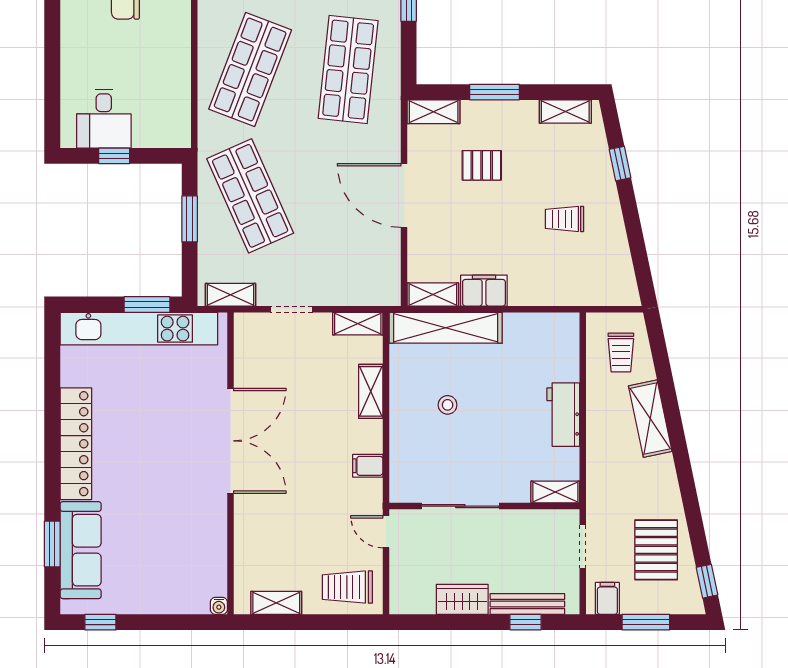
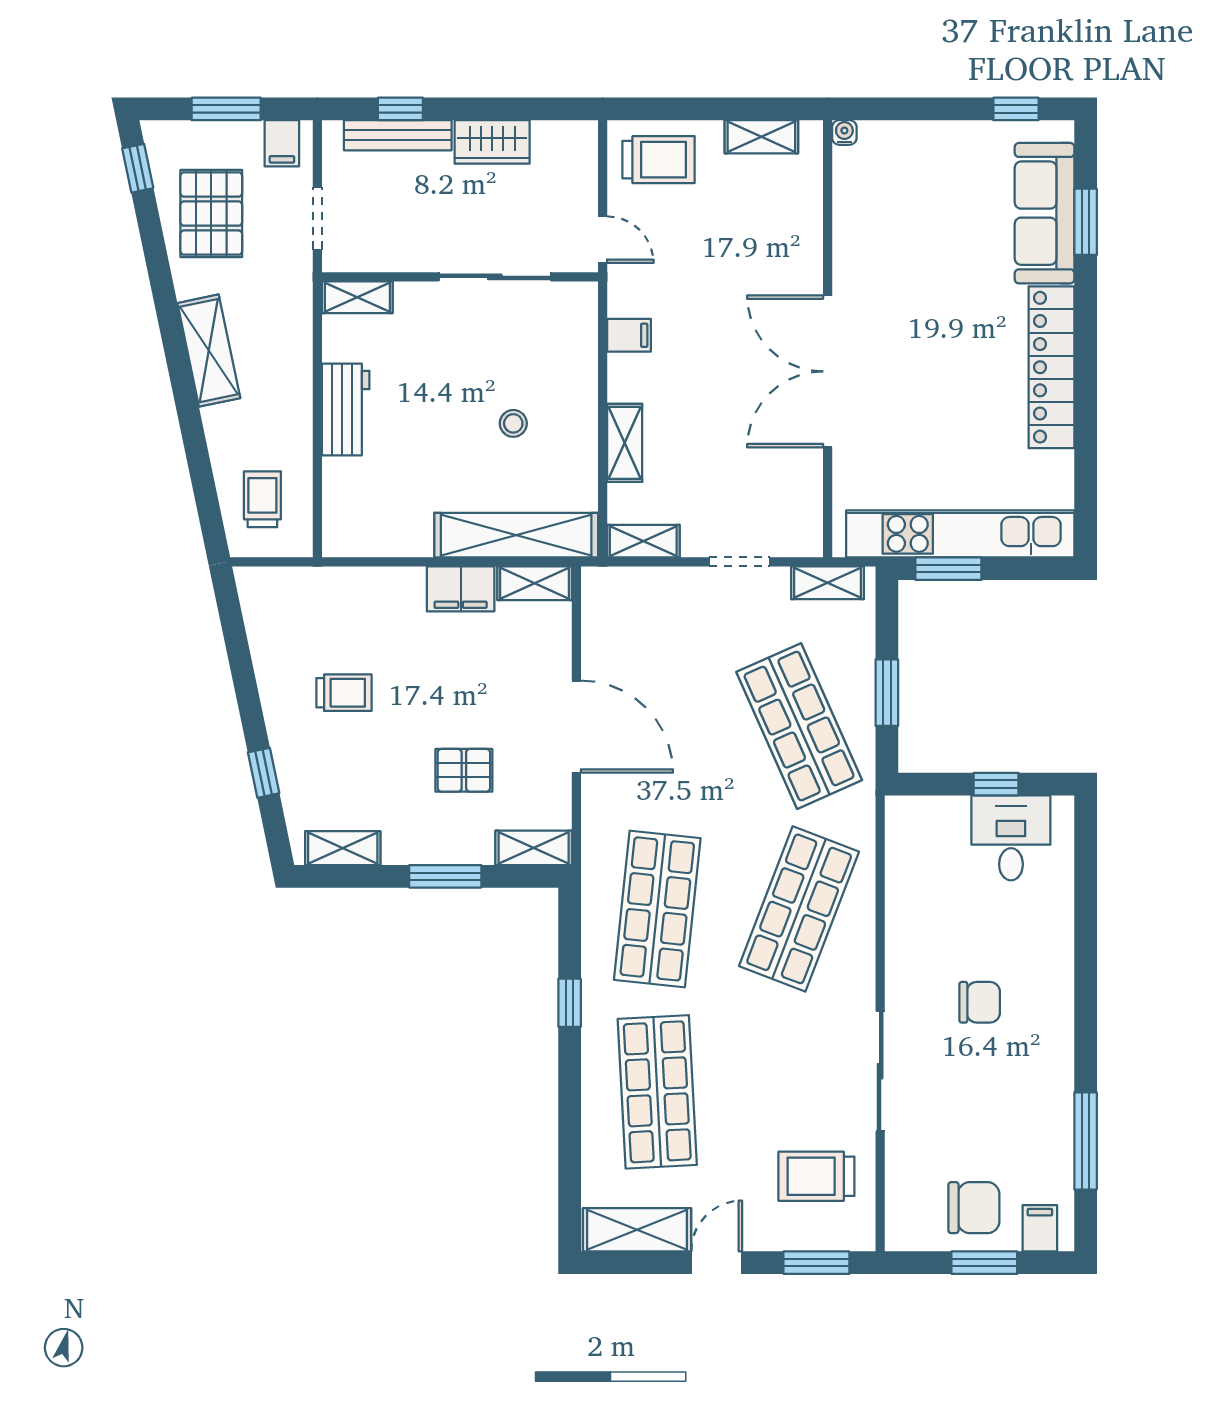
shelving: (650, 419) -> (209, 351), moved

